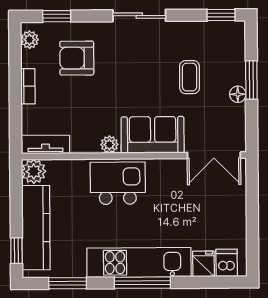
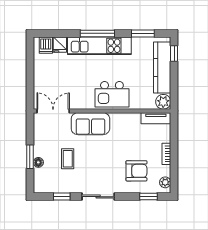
window: (221, 15) -> (62, 197), moved
floor lamp: (238, 94) -> (38, 162), moved
plant: (109, 145) -> (117, 118), removed

